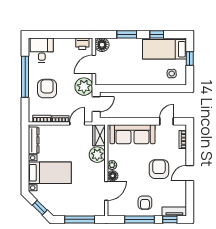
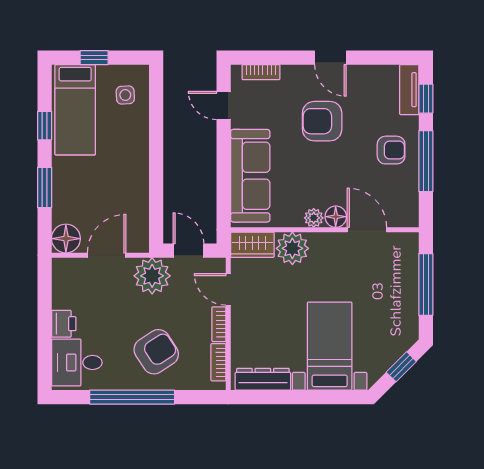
printer: (82, 44) -> (64, 324), moved
door: (94, 65) -> (107, 255), swing flipped
armchair: (47, 89) -> (156, 352), turned 147

